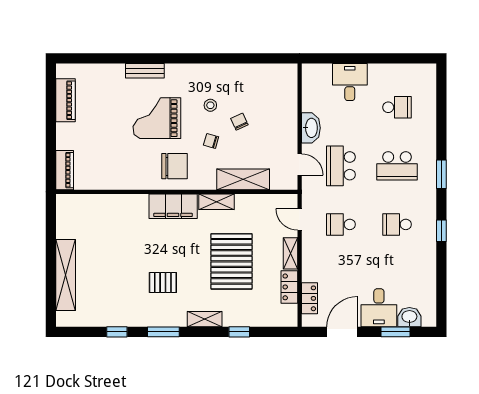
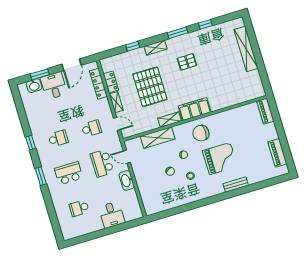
school desk: (341, 166) -> (102, 163), turned 180
locker: (309, 298) -> (98, 84), width x1.53

